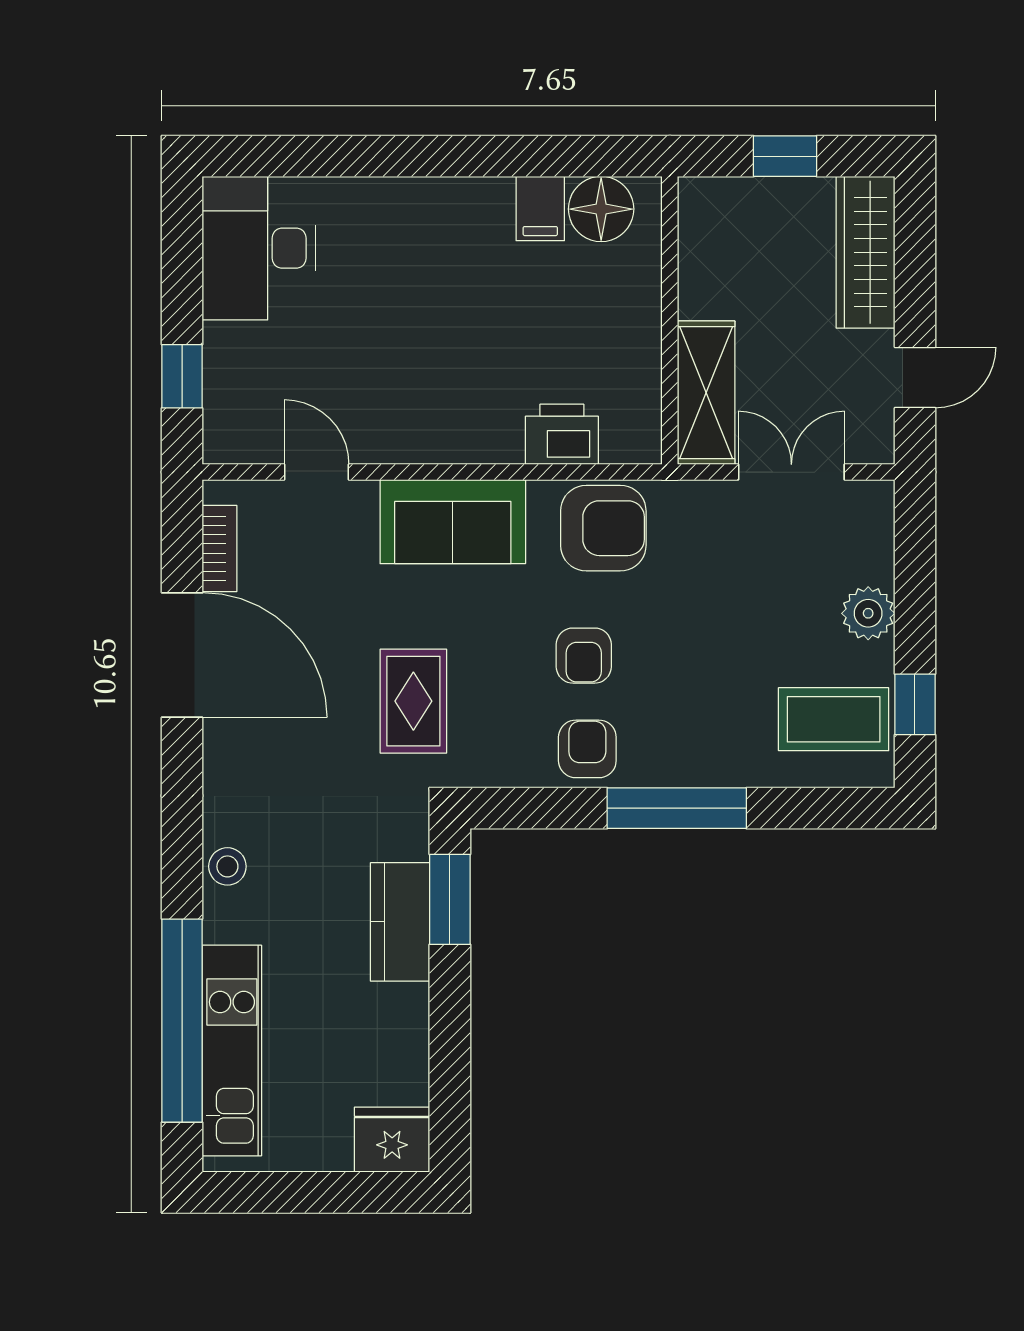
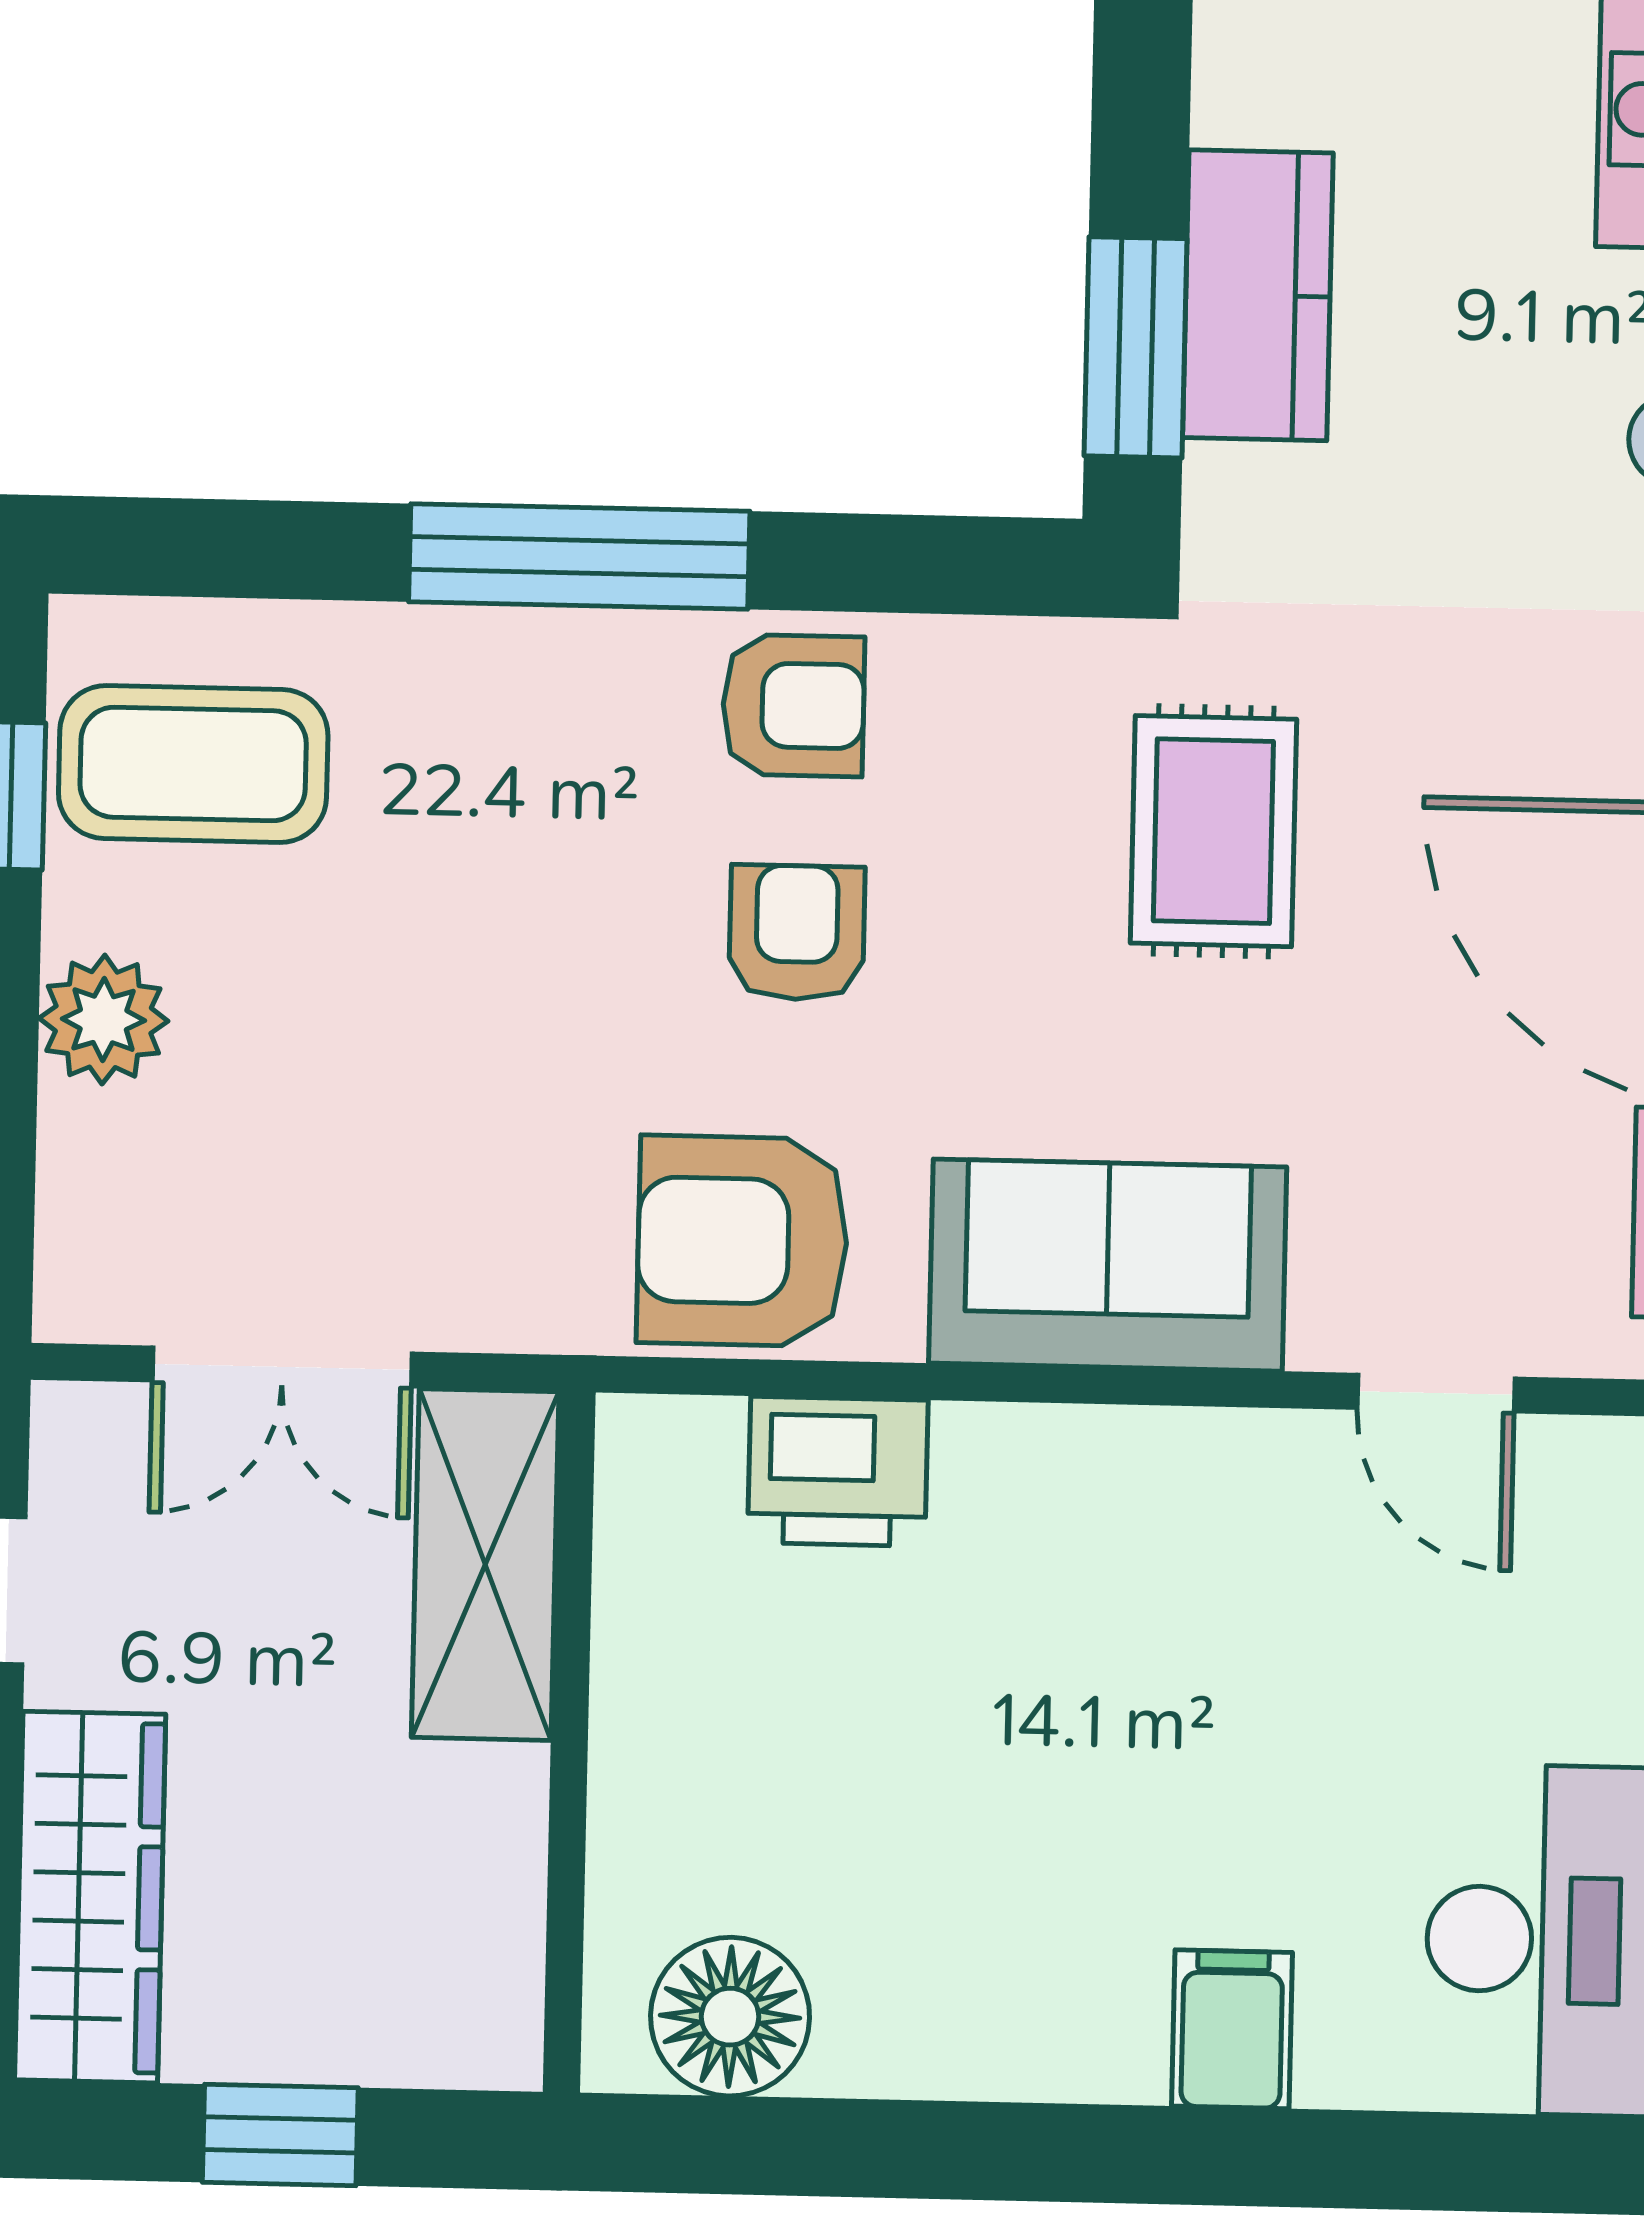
filing cabinet: (540, 209) -> (1232, 2029), moved
armchair: (587, 749) -> (793, 705), turned -90

